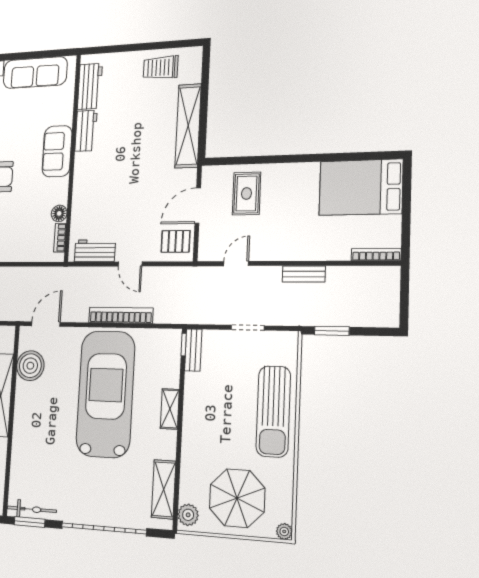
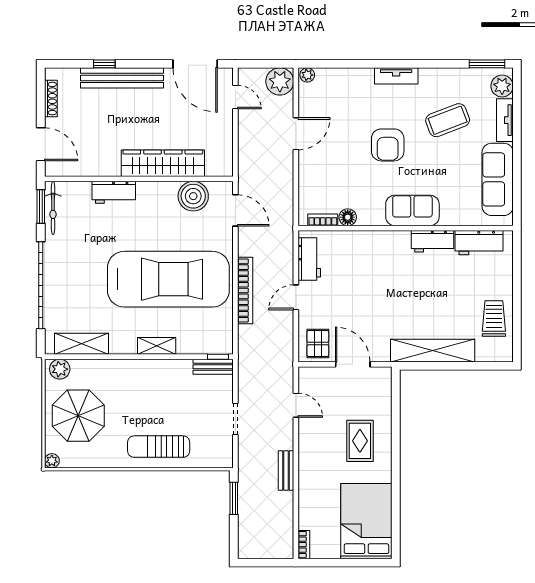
rug: (246, 193) -> (360, 441), moved, turned 90
bookcase: (376, 255) -> (304, 545), width x0.64
sun lounger: (273, 411) -> (159, 447), width x0.73, depth x0.75
workbench: (22, 446) -> (114, 192), added

